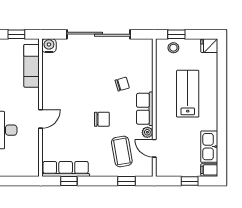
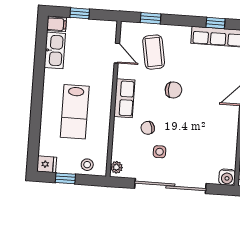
window: (176, 34) -> (65, 178), moved
side table: (110, 64) -> (160, 152), added
chair: (102, 119) -> (173, 90), turned 180
plant: (147, 132) -> (116, 167), moved

